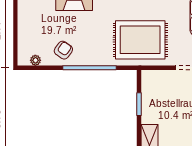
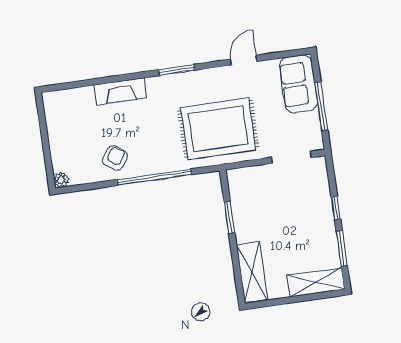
plant: (35, 60) -> (61, 180), moved

